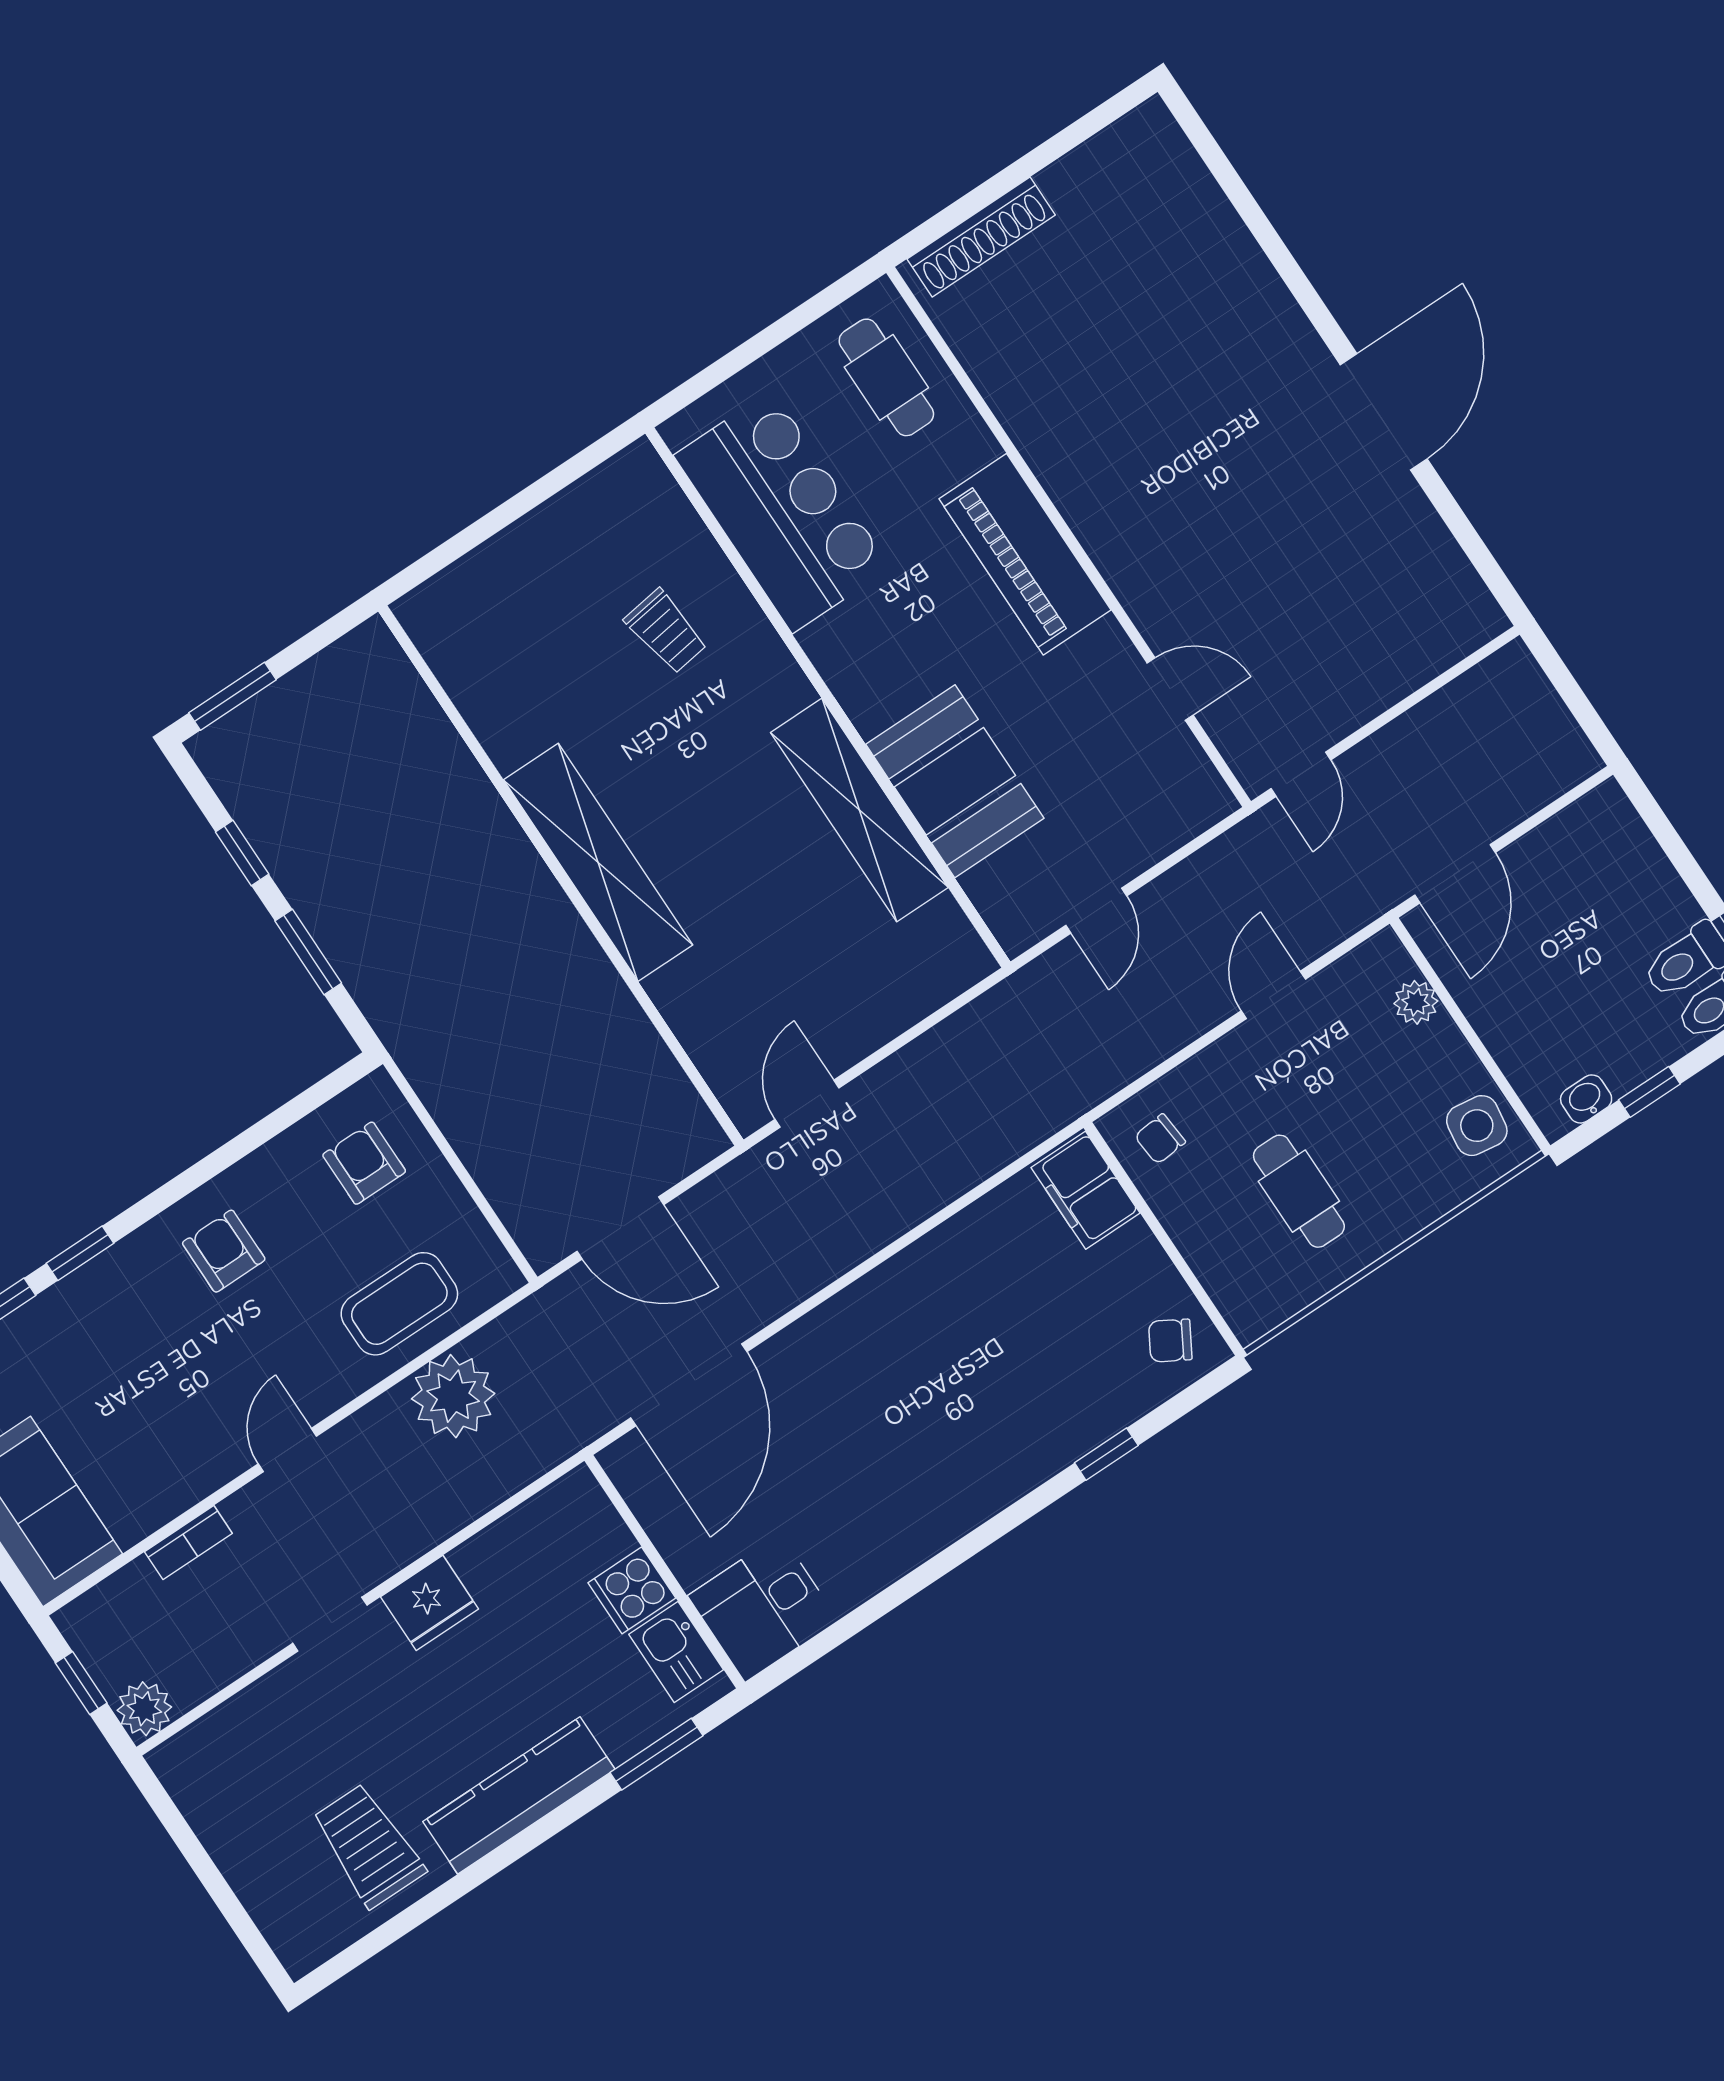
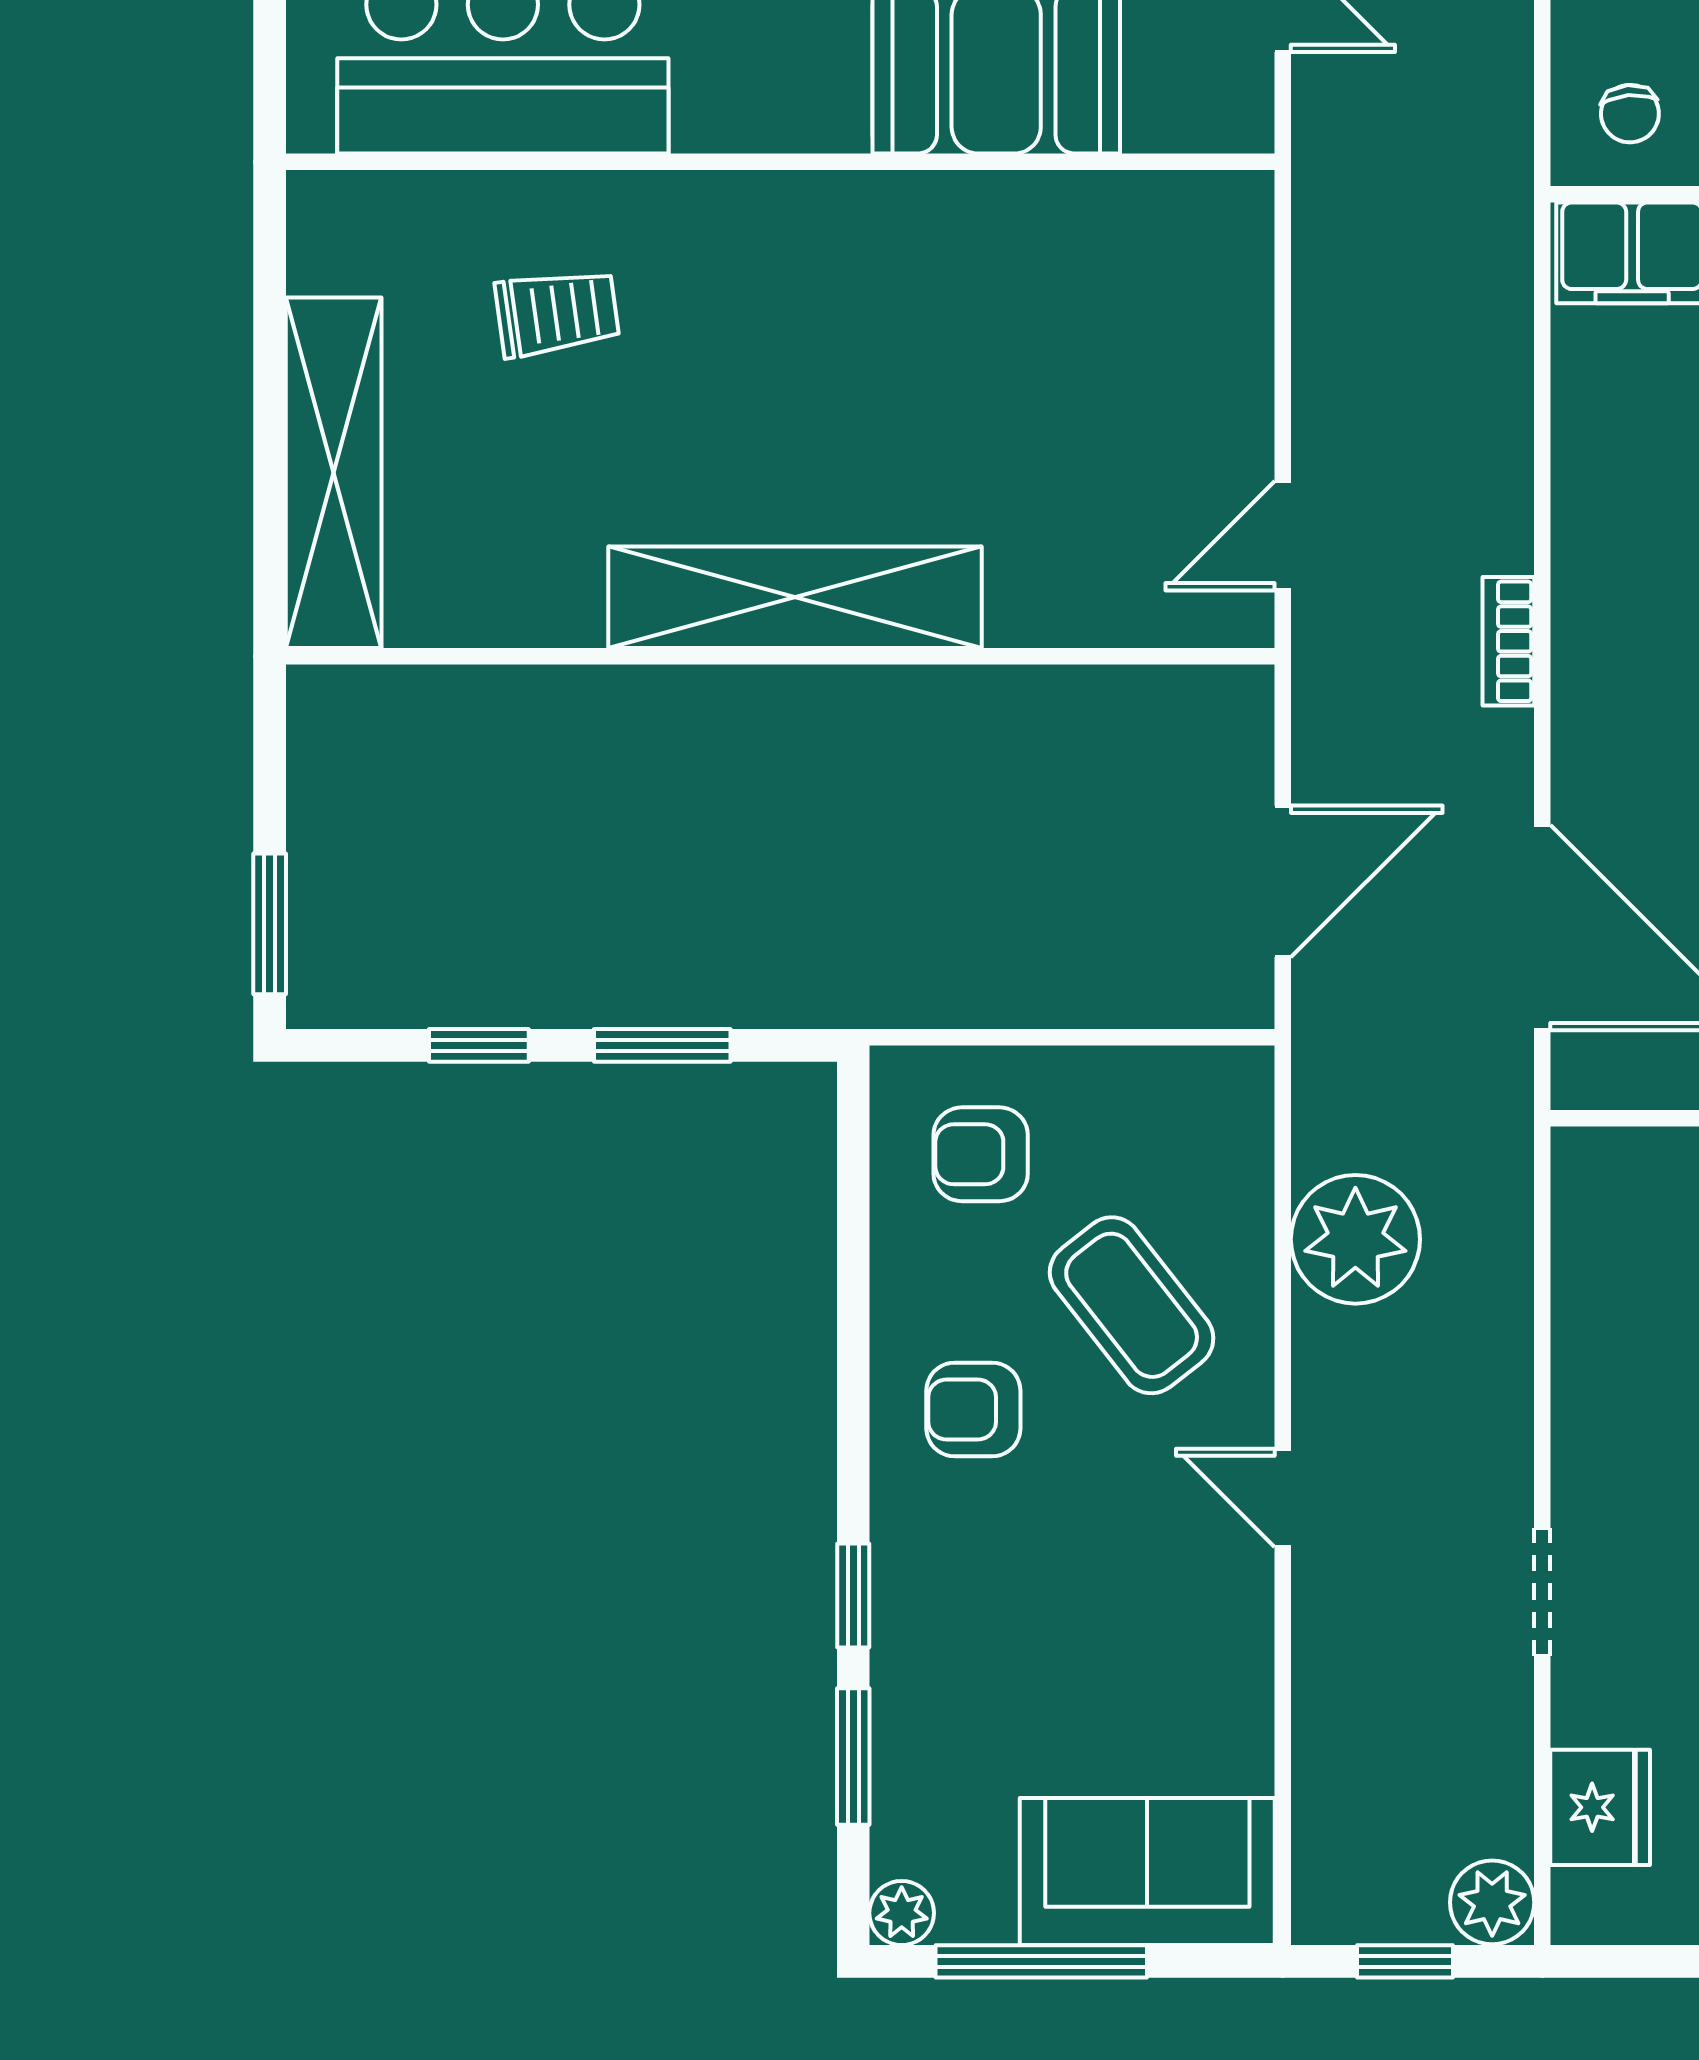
shelving: (859, 810) -> (334, 473), moved, turned 90
door: (807, 1104) -> (1283, 536), hinge flipped
coffee table: (399, 1304) -> (1132, 1305), moved, turned -38
bookcase: (188, 1543) -> (1508, 641), moved, turned 180
fridge: (429, 1603) -> (1600, 1807), moved

